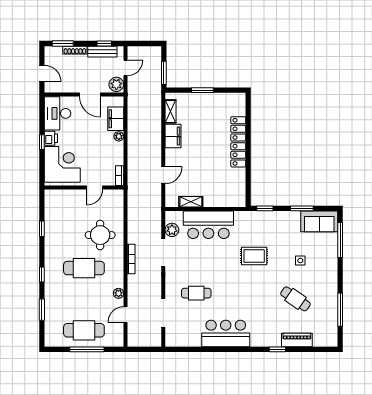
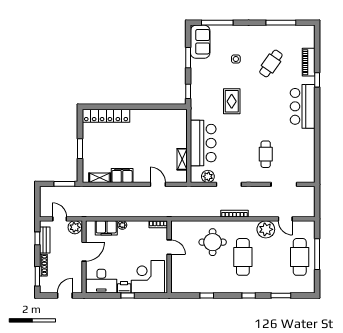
locker: (238, 142) -> (106, 116), moved
plant: (119, 293) -> (266, 229), width x1.88, depth x1.88
bar counter: (226, 333) -> (303, 106), moved

